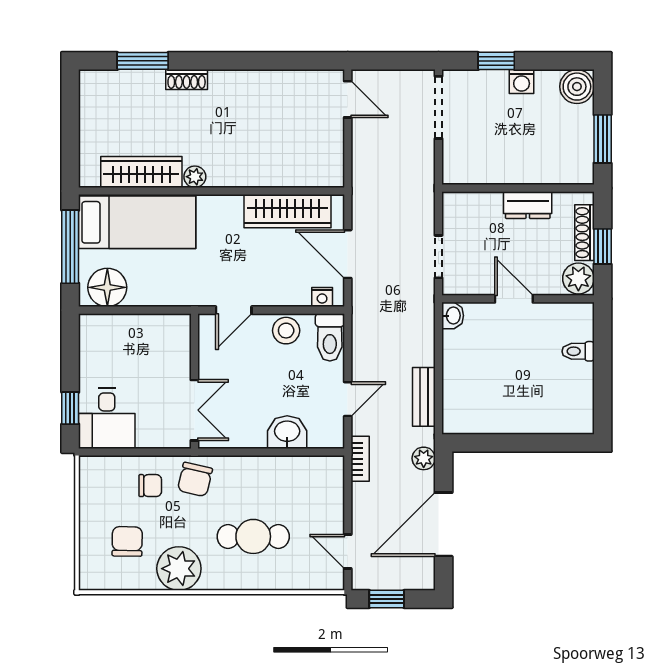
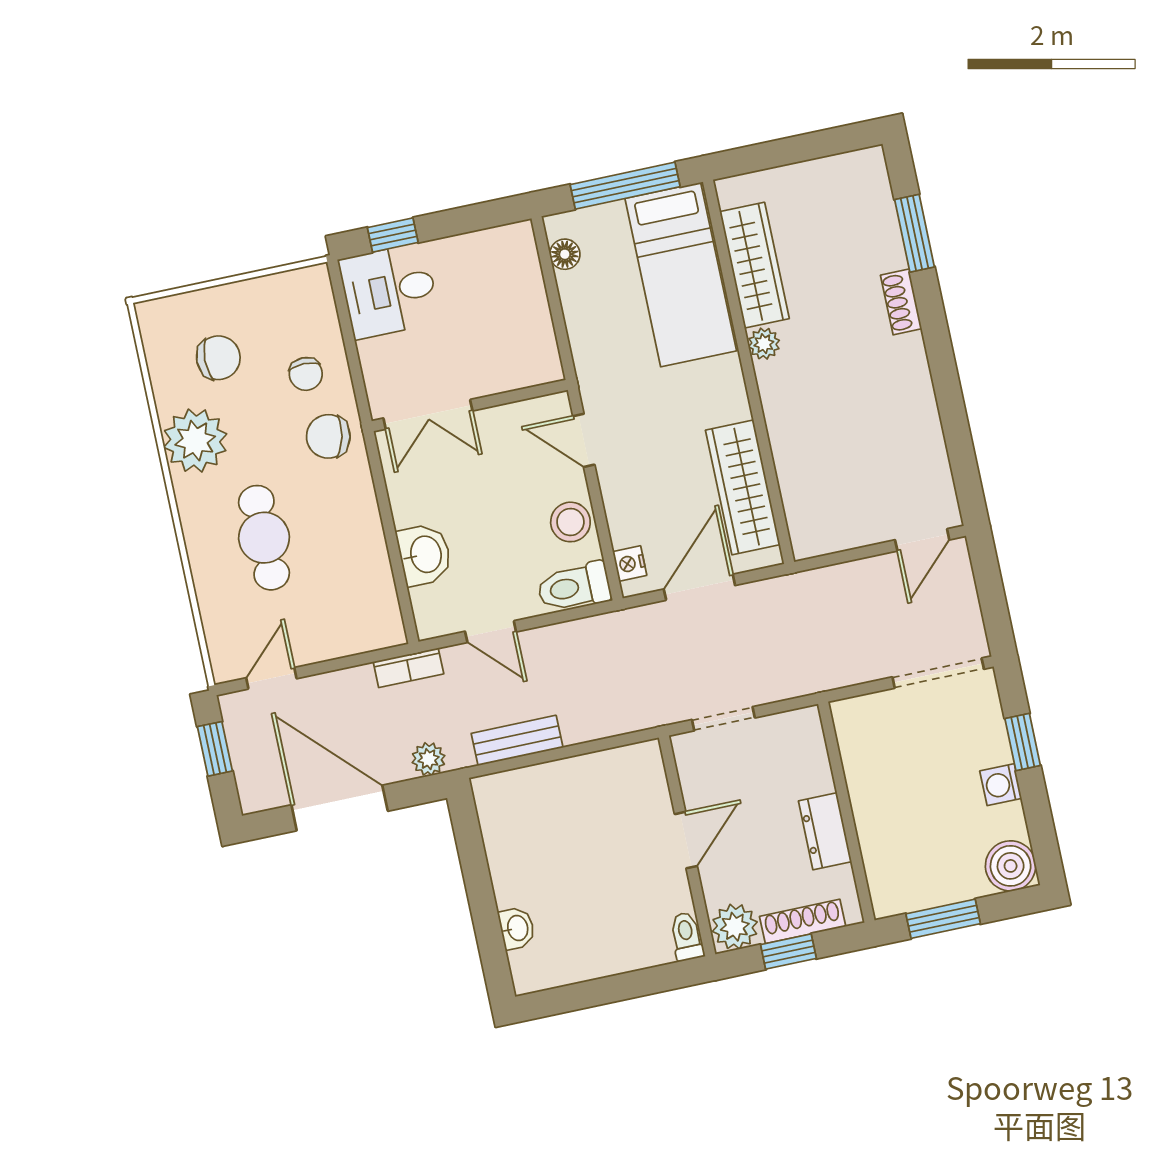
floor lamp: (107, 287) -> (565, 254), width x0.53, depth x0.53
washbasin: (453, 316) -> (517, 928), moved, turned -90
toilet: (578, 351) -> (687, 937), moved

